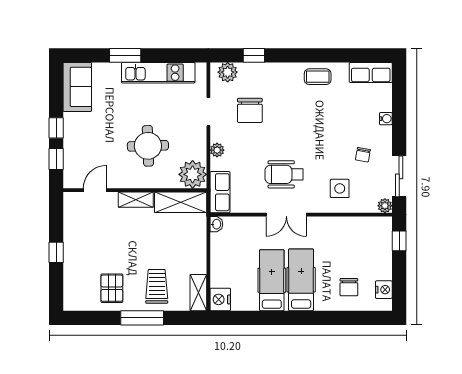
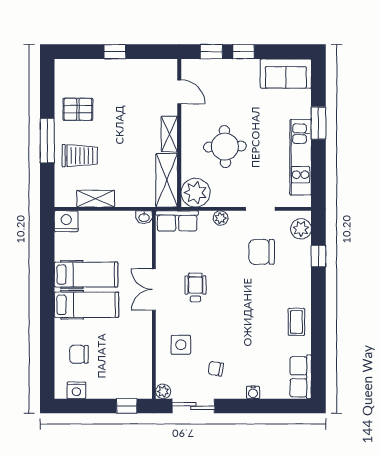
wheelchair: (284, 174) -> (195, 287), width x0.73, depth x0.73
shelving: (198, 293) -> (96, 199), moved

